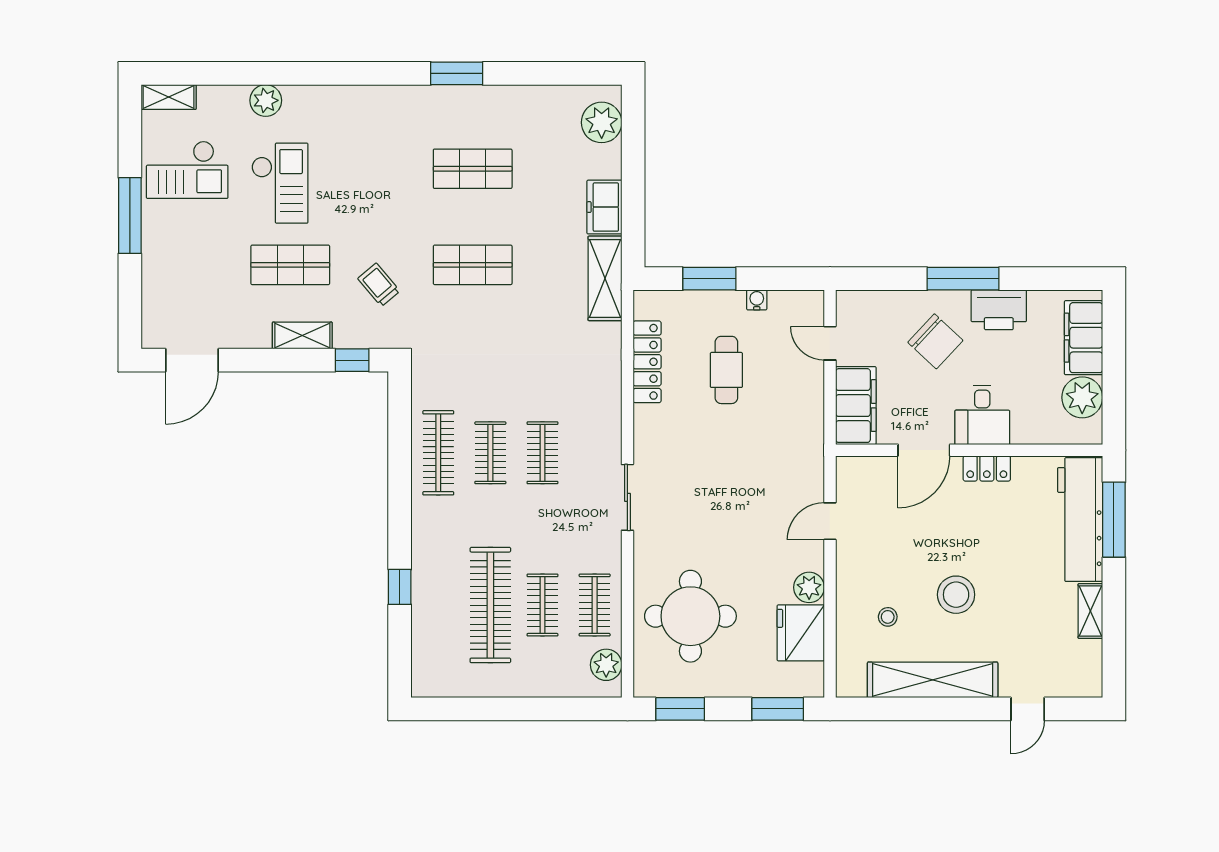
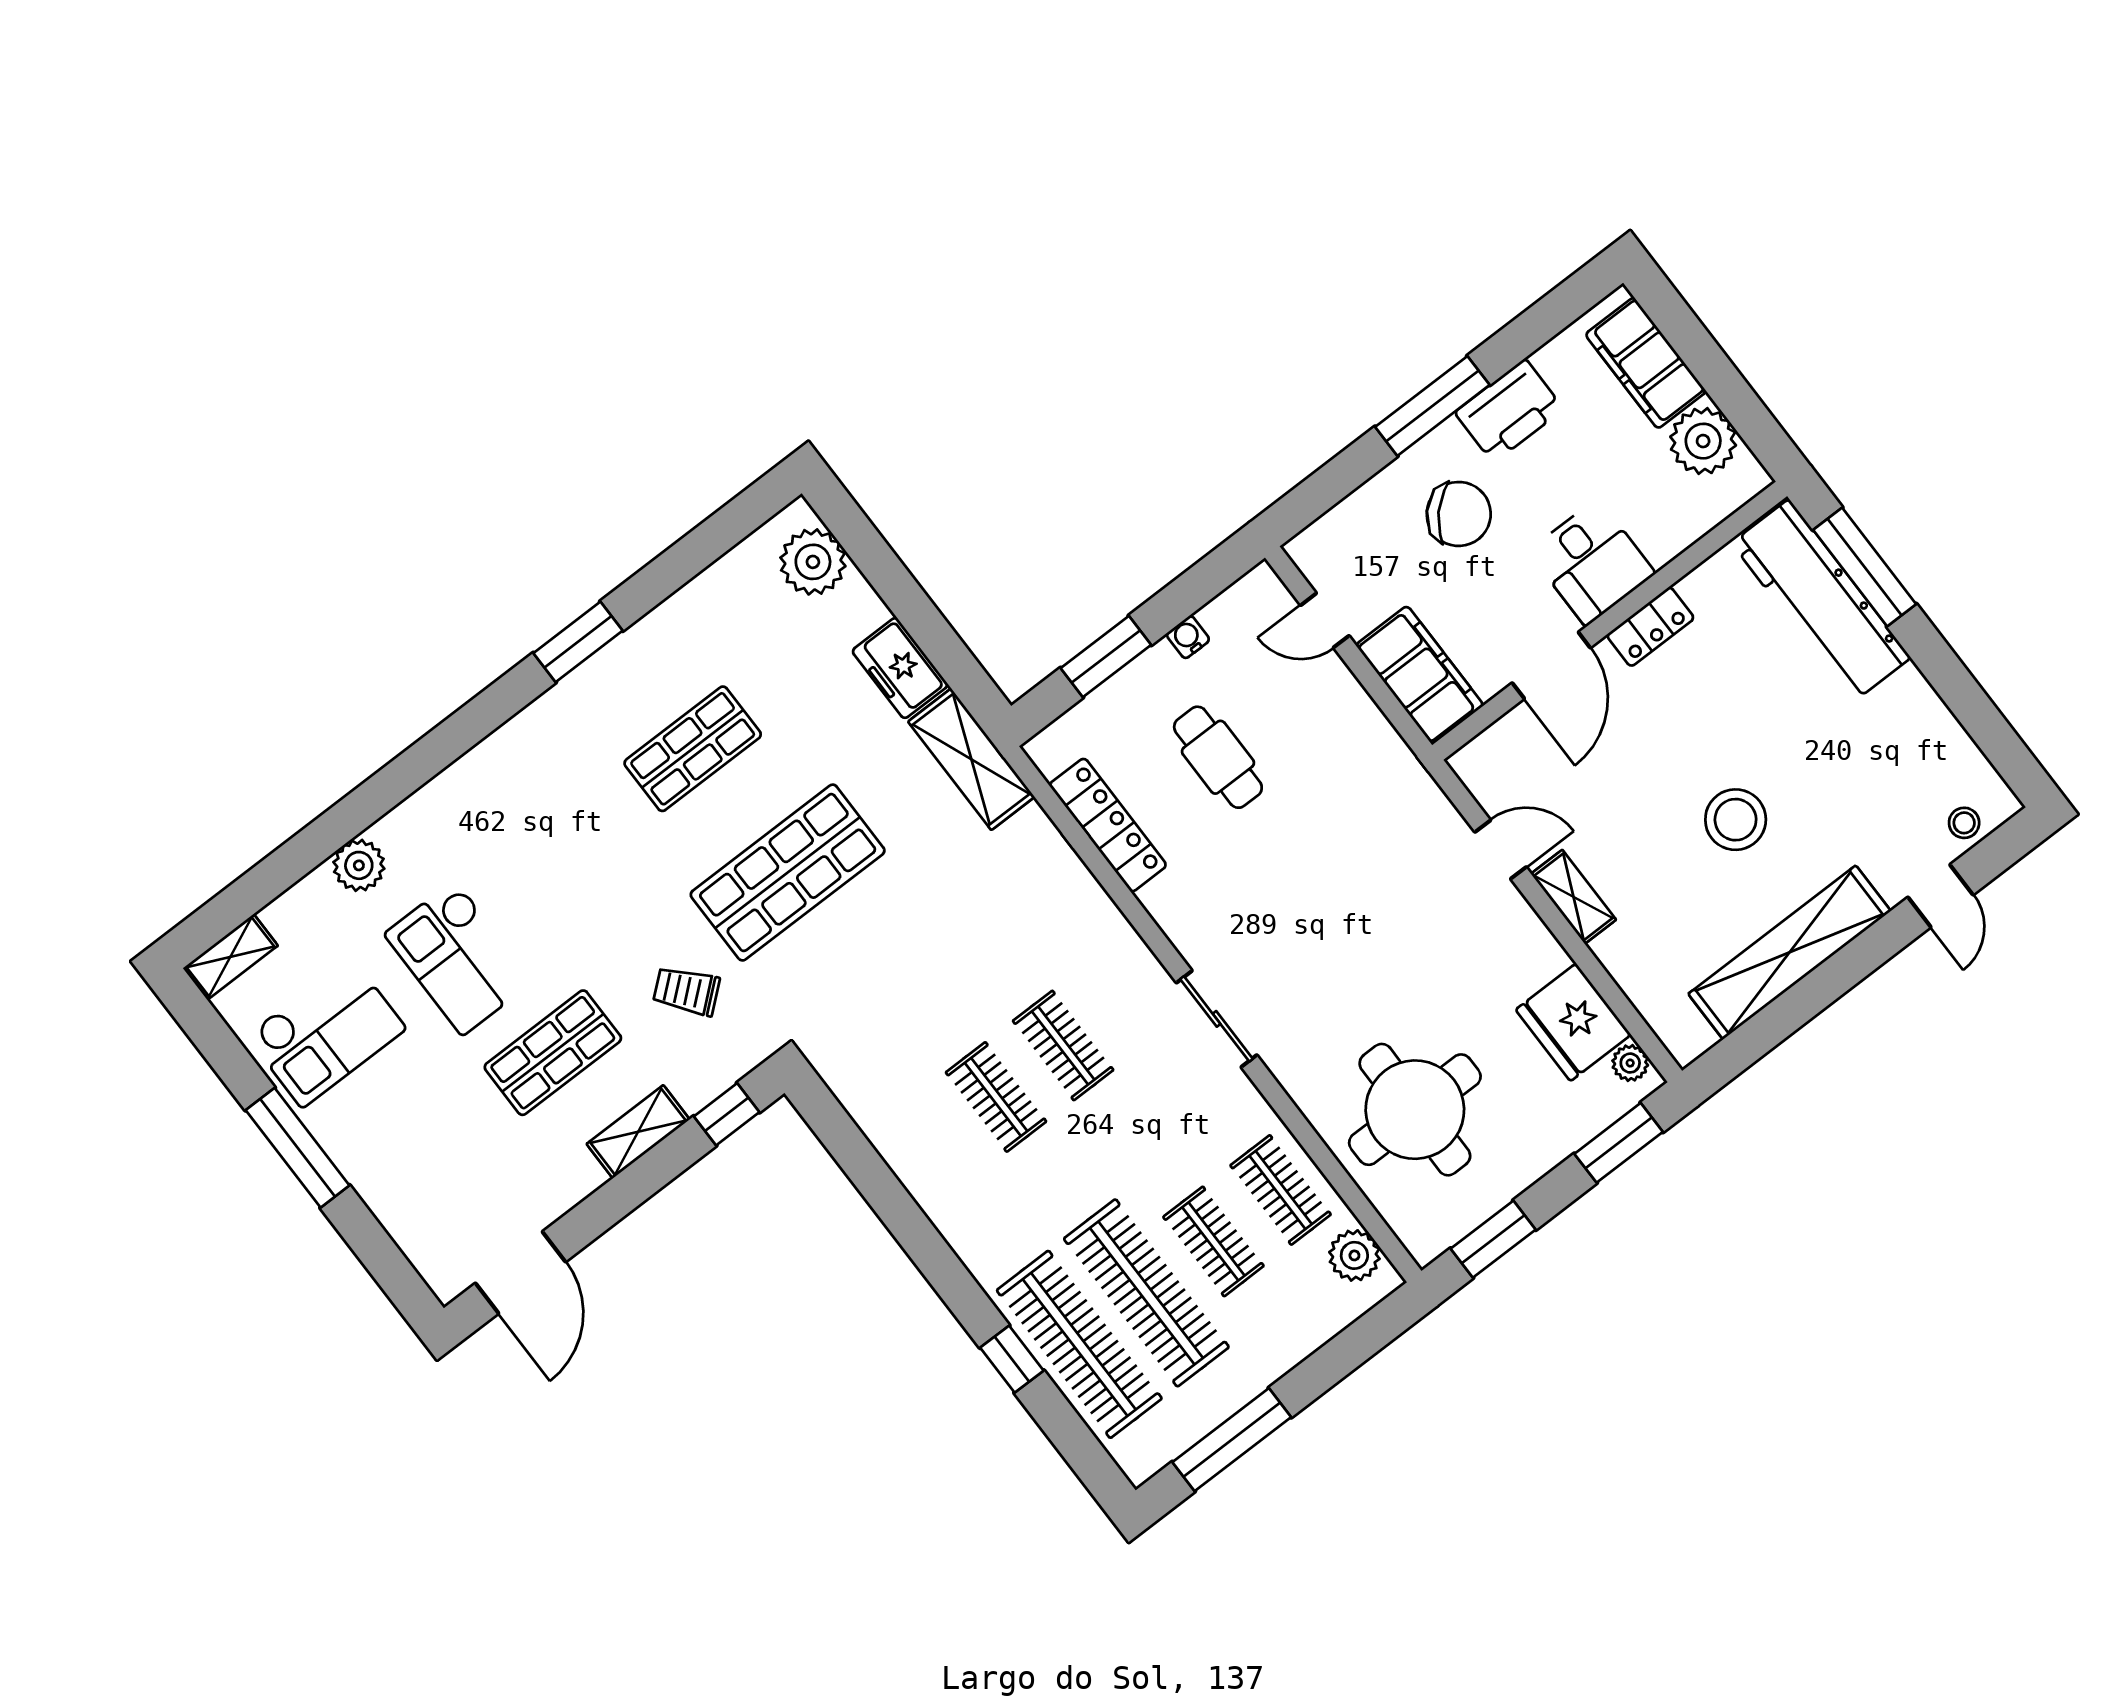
checkout: (280, 183) -> (459, 958), turned 180
shop shelf: (473, 265) -> (788, 873), width x1.43, depth x1.36
clothes rail: (438, 453) -> (1079, 1344), moved, width x1.37, depth x1.31
door: (830, 521) -> (1501, 849), swing flipped
plant: (809, 587) -> (1630, 1063), moved, width x0.73, depth x0.73
shelving: (1090, 611) -> (1573, 897), moved
stool: (888, 617) -> (1964, 823), moved
window: (477, 709) -> (1232, 1440), added

